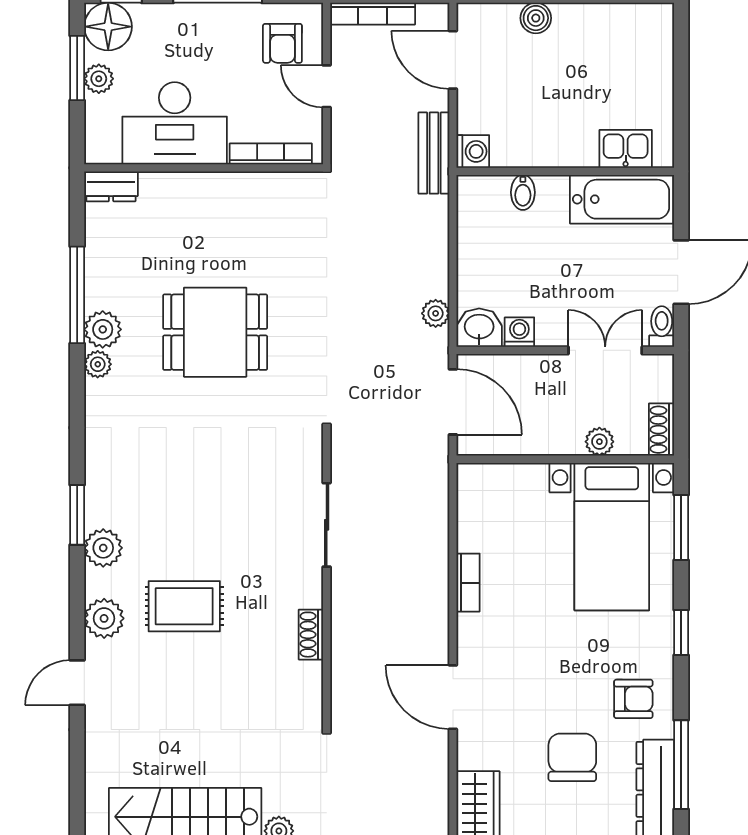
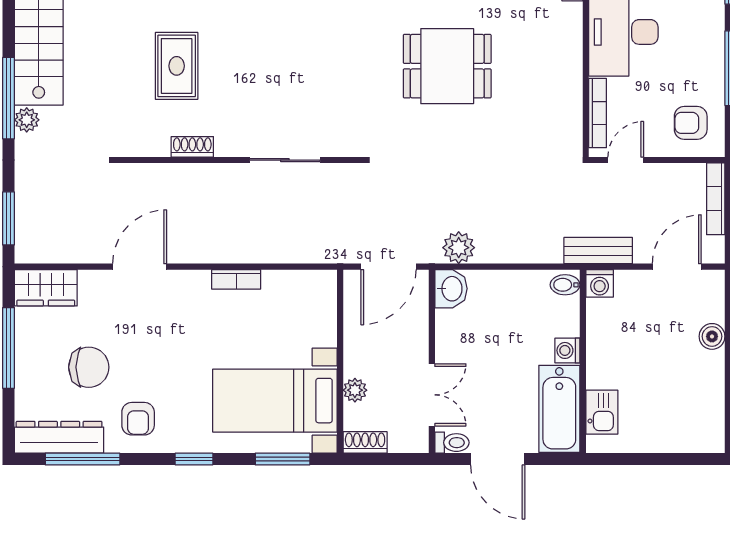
door: (327, 86) -> (626, 160), moved
bidet: (523, 192) -> (565, 285), moved
plant: (436, 313) -> (459, 248), width x1.38, depth x1.38
dining table: (215, 332) -> (447, 66), turned 90
washing machine: (519, 332) -> (567, 350), moved, turned 180
rug: (184, 606) -> (177, 66), moved

